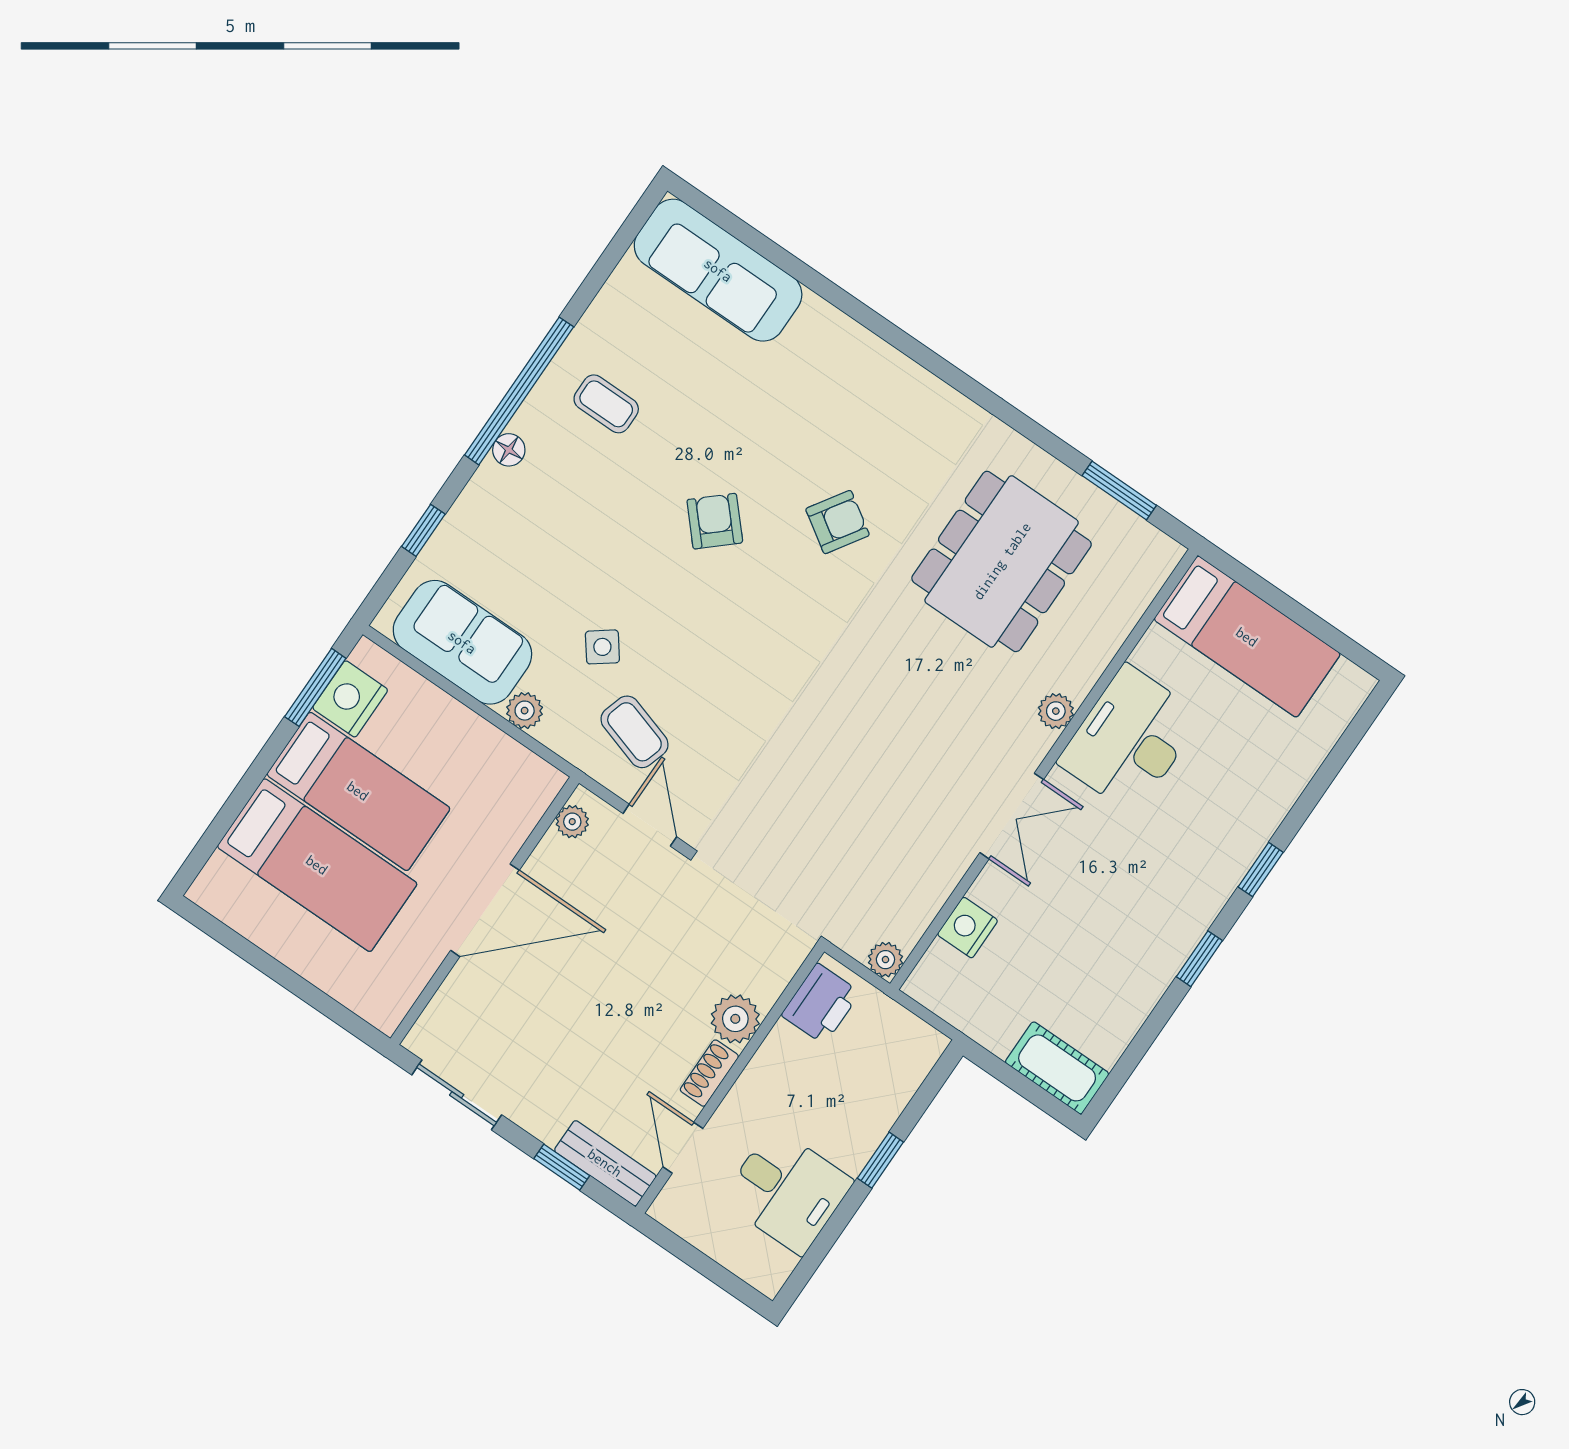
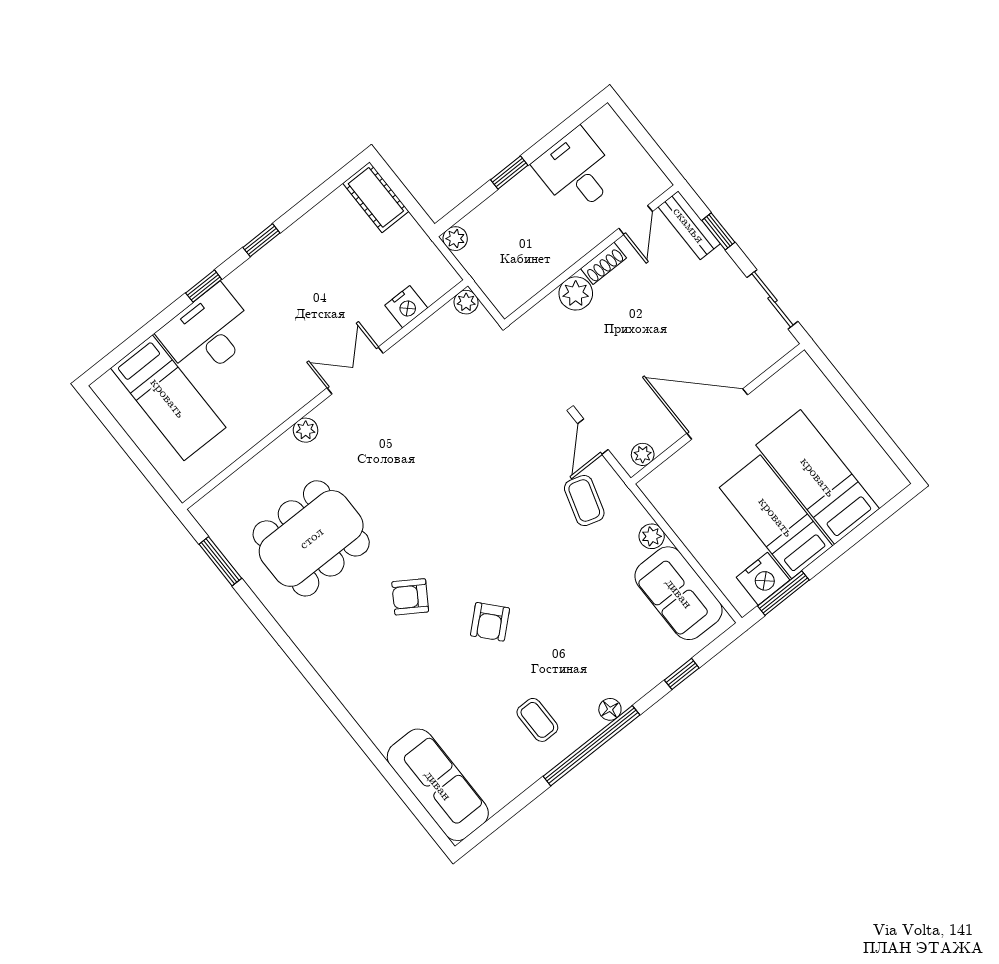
bed: (1247, 637) -> (168, 398), moved, turned 180
side table: (602, 647) -> (588, 562), removed
desk: (1130, 739) -> (208, 333), moved, turned 180
printer: (821, 1004) -> (517, 286), removed
plant: (928, 1044) -> (455, 239), added

